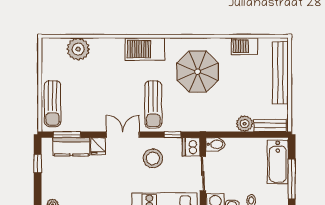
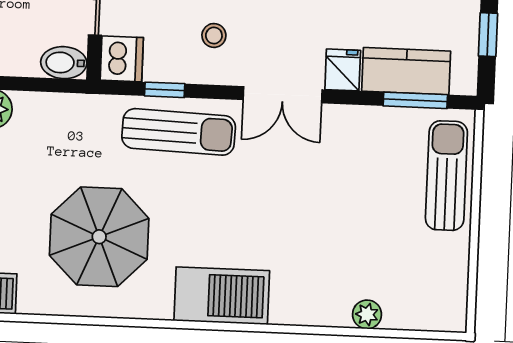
plant: (78, 49) -> (367, 314), width x0.53, depth x0.53
sun lounger: (153, 105) -> (179, 132), moved, turned 92
stool: (153, 158) -> (214, 35), width x0.53, depth x0.53

